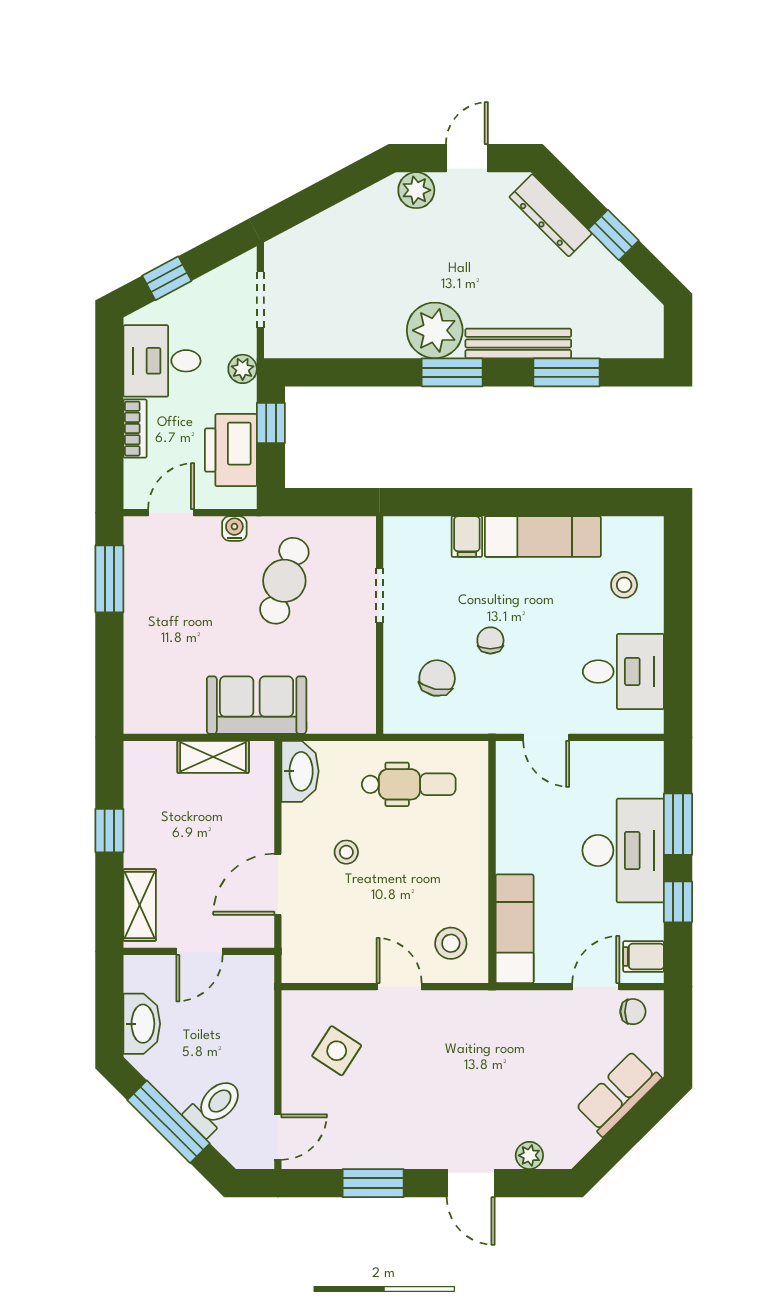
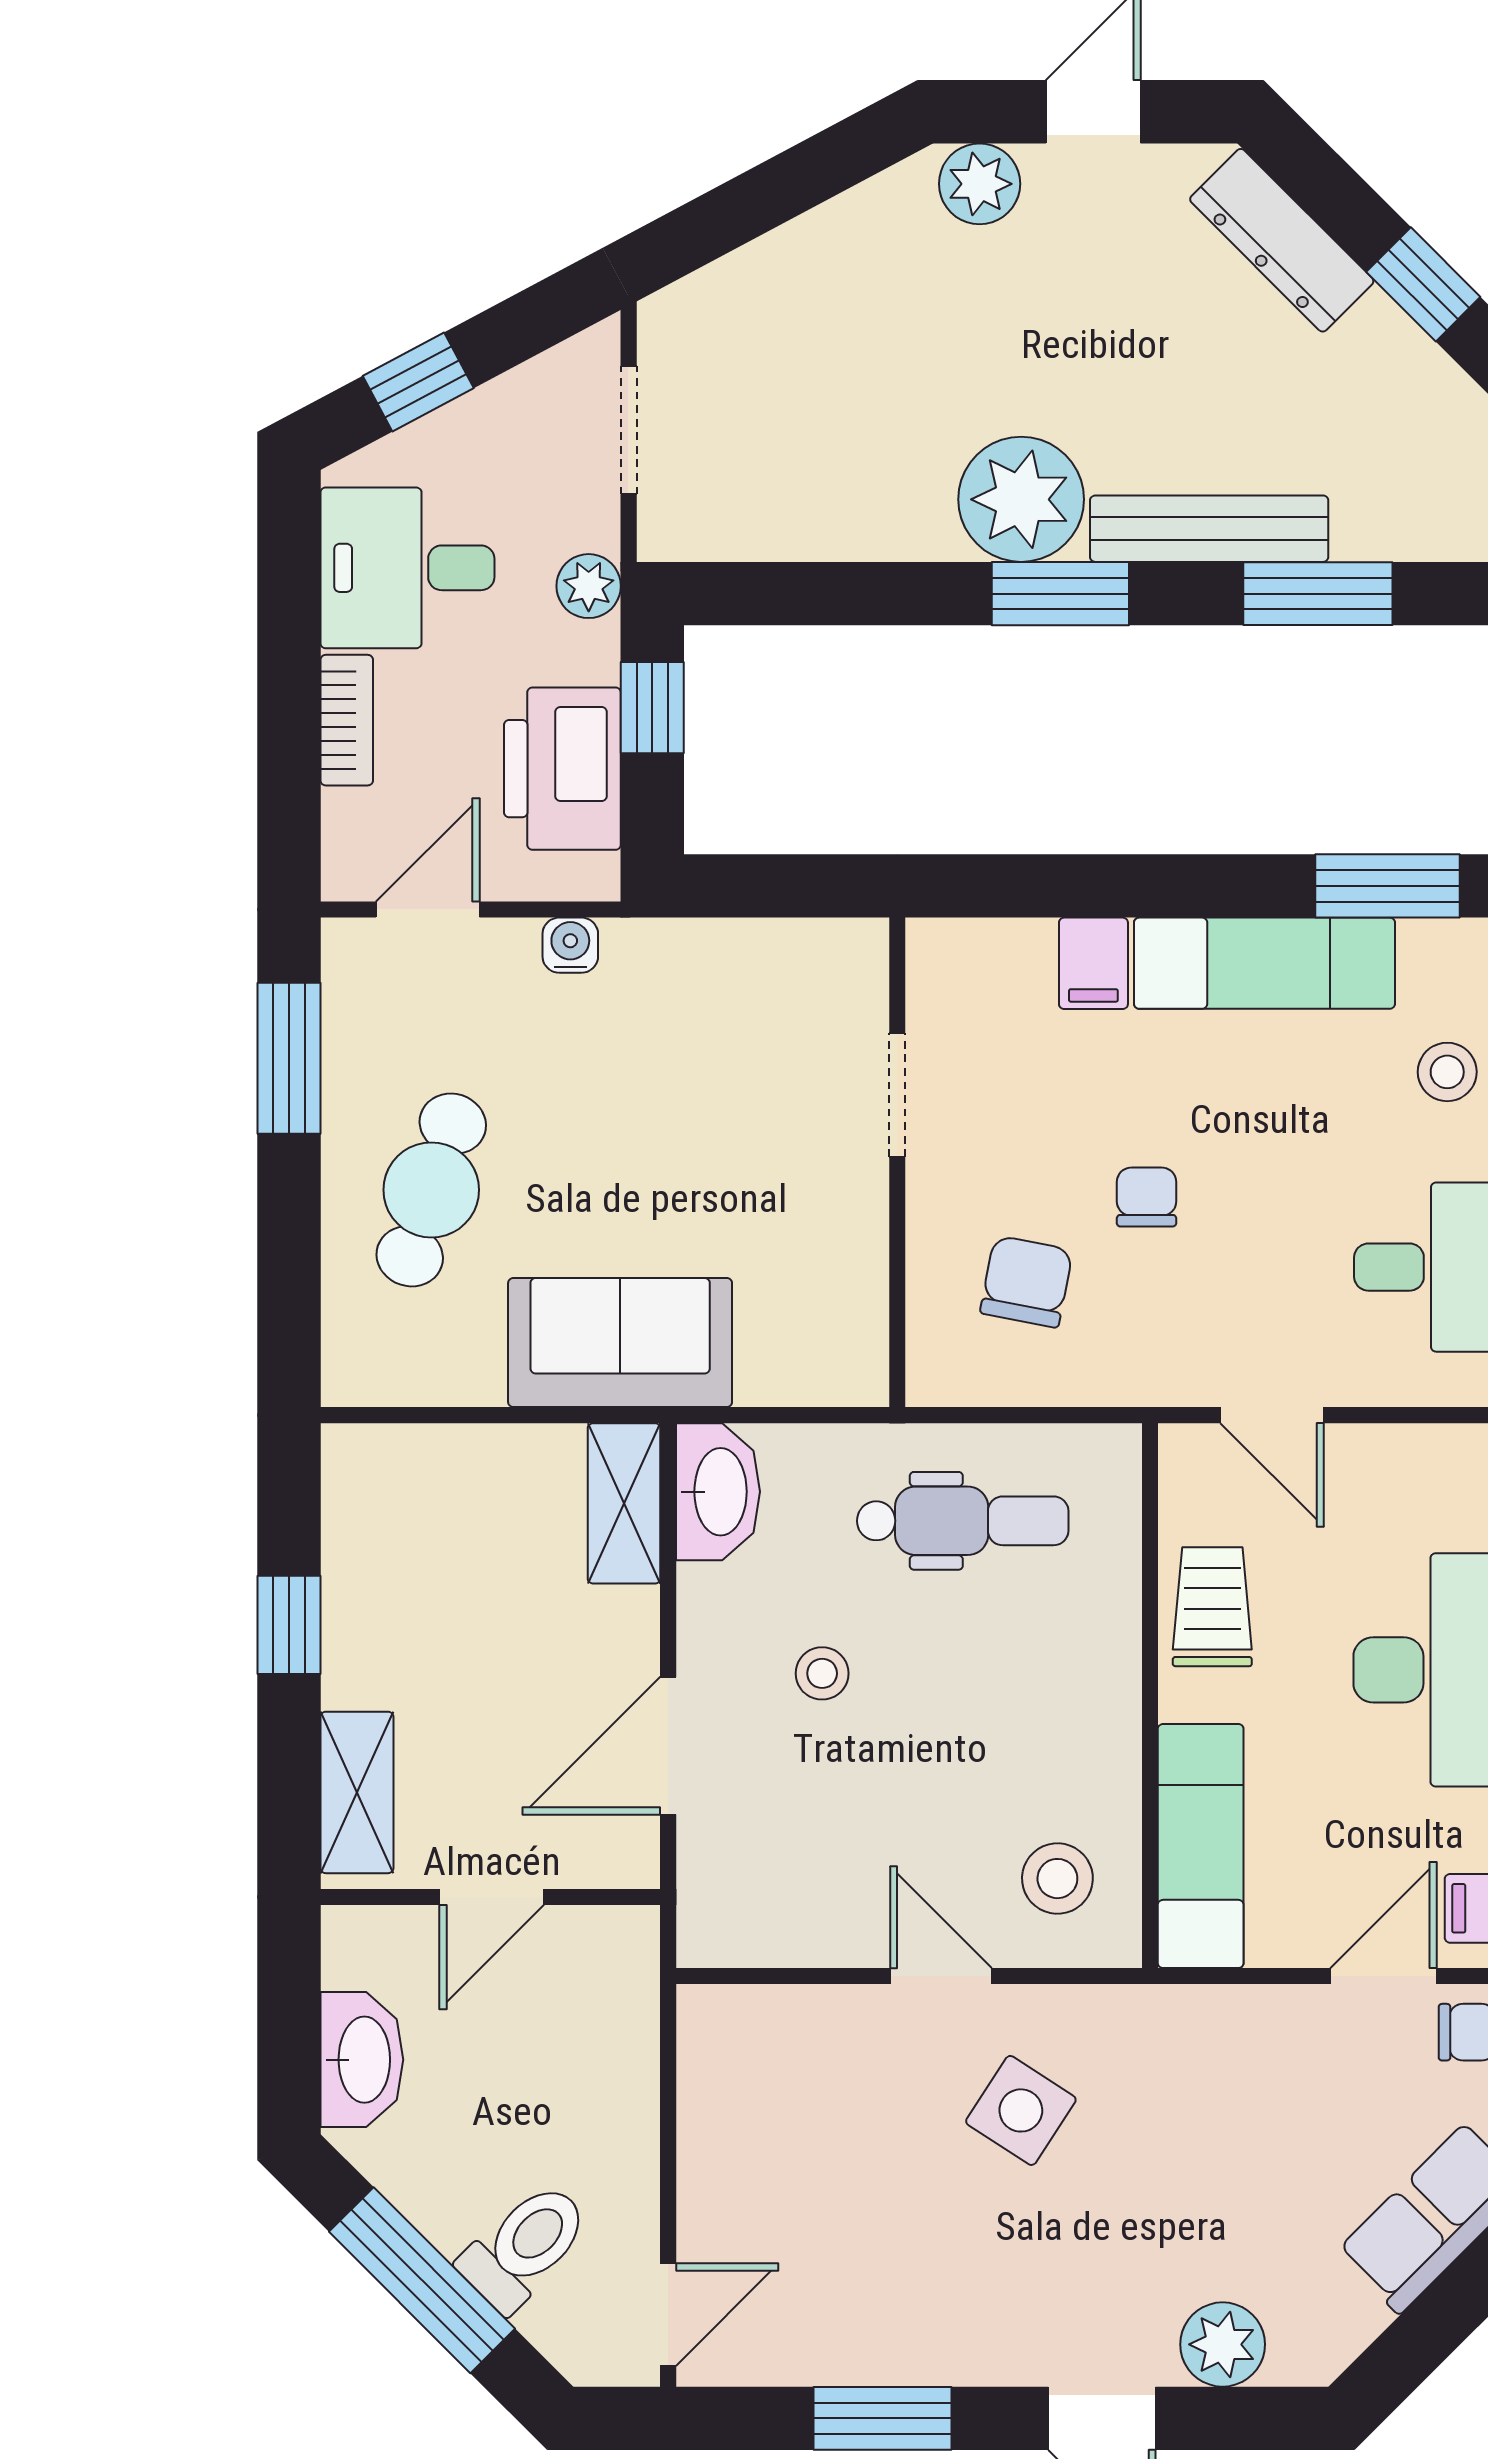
window: (598, 502) -> (1387, 886), added
cafe table: (284, 581) -> (431, 1190), moved
shelving: (213, 757) -> (624, 1503), moved, turned 90
trolley: (520, 823) -> (1212, 1607), added
side table: (337, 1051) -> (1021, 2110), moved
plant: (529, 1155) -> (1223, 2344), width x1.38, depth x1.38

